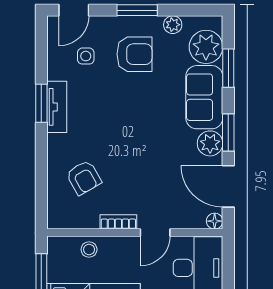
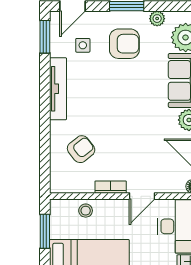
window: (41, 103) -> (45, 37), moved
tv unit: (57, 107) -> (58, 89), width x1.41
armchair: (84, 178) -> (81, 149), turned -98

